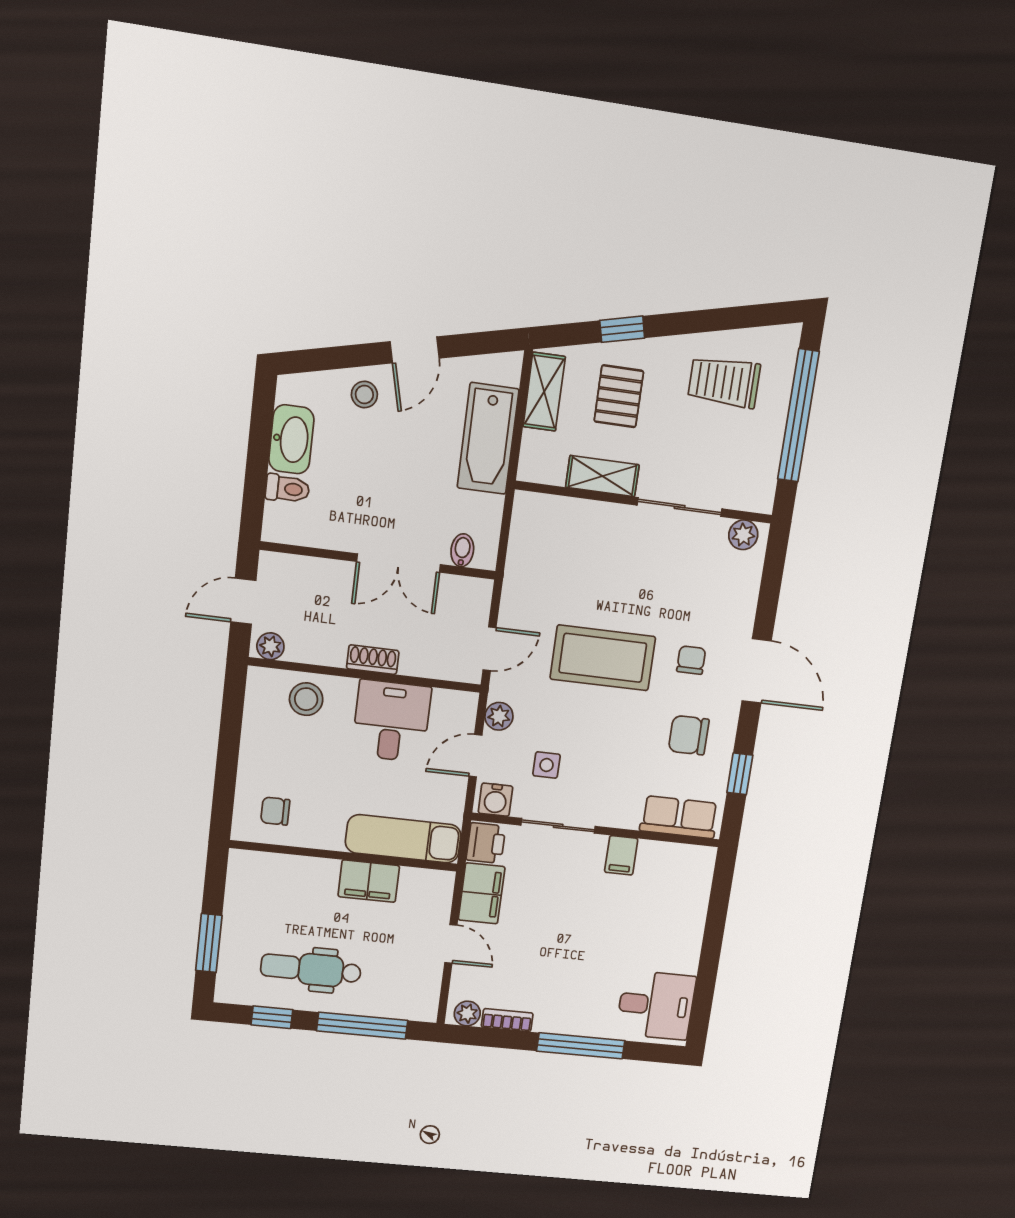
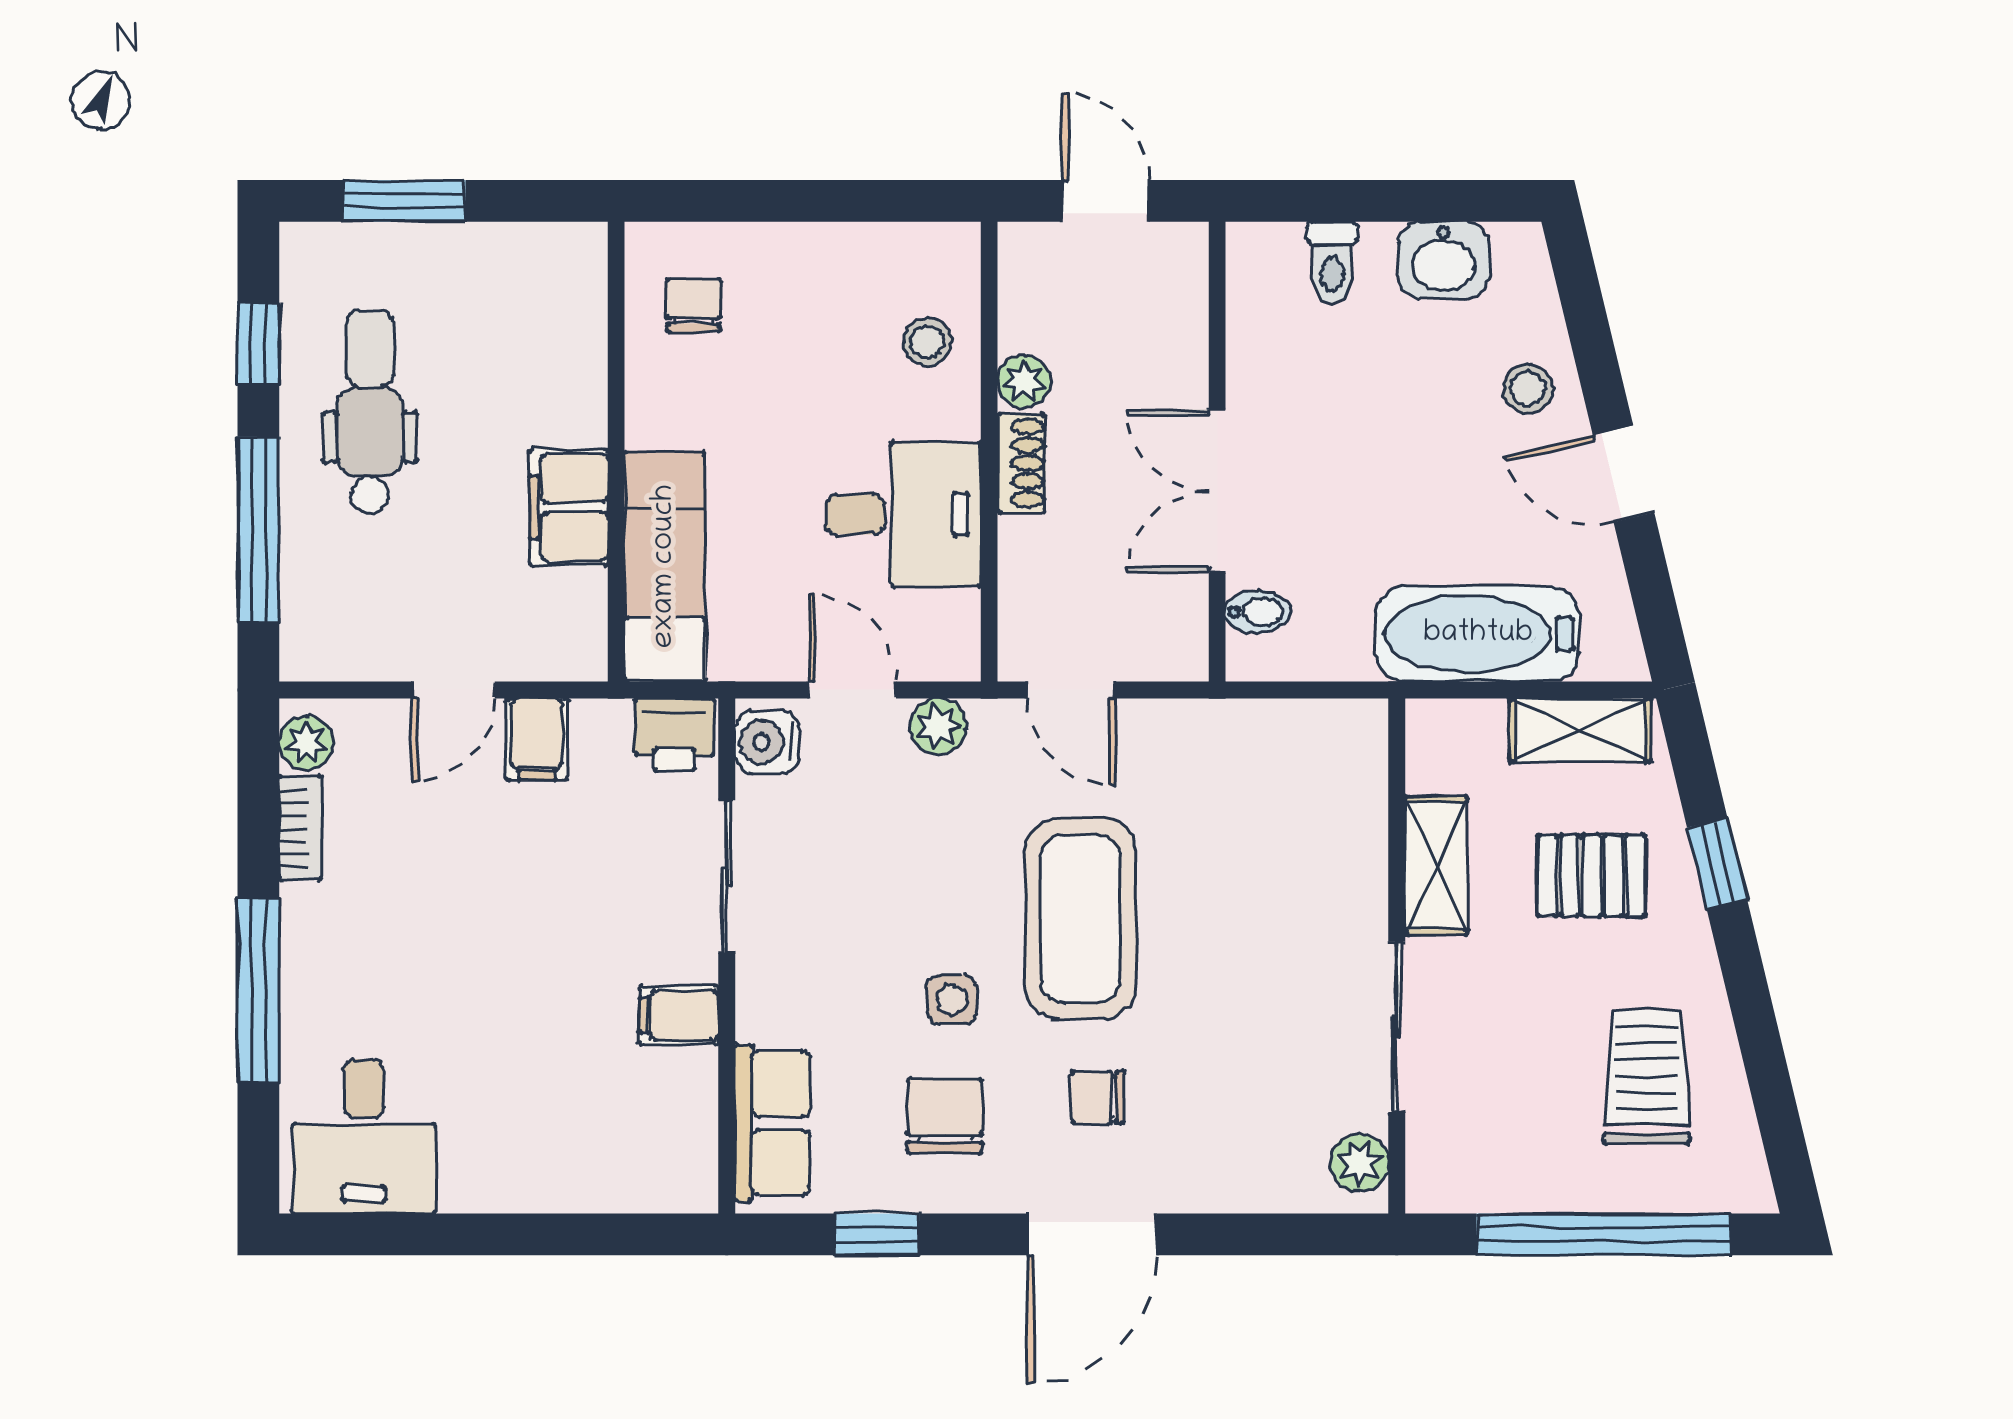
washbasin: (291, 439) -> (1443, 260), width x0.72
plant: (270, 646) -> (1024, 382), moved
chair: (691, 660) -> (1098, 1097), turned 180
stool: (306, 699) -> (927, 342), width x0.73, depth x0.73
side table: (547, 765) -> (952, 1000), moved
filing cabinet: (482, 893) -> (537, 739), width x0.50

